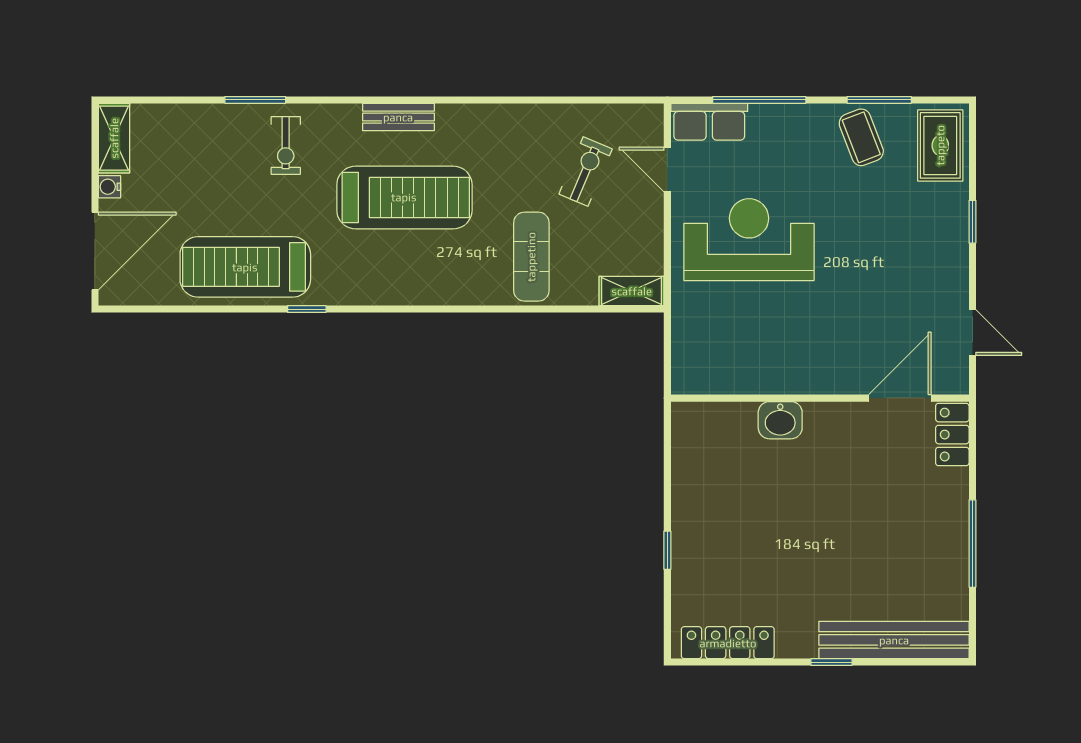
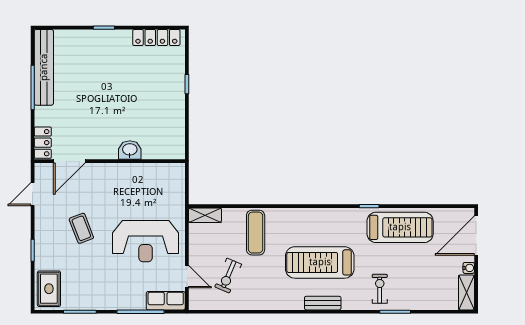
coffee table: (861, 137) -> (81, 228), moved
door: (972, 333) -> (33, 194), hinge flipped
bench: (894, 640) -> (44, 67), moved, turned 90

